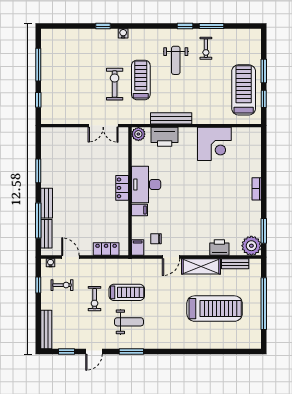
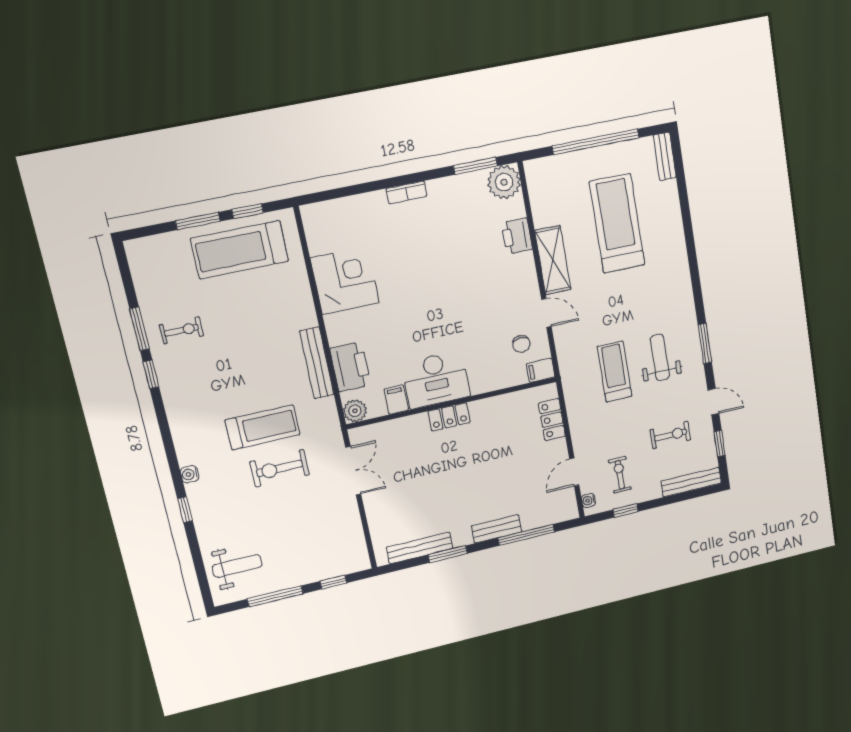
weight bench: (176, 60) -> (237, 566), moved
treadmill: (141, 80) -> (263, 427), turned 180
filing cabinet: (139, 210) -> (396, 400), moved
bench: (46, 234) -> (420, 548), moved, width x1.36
bench: (235, 264) -> (665, 156), moved
exercise bike: (95, 299) -> (670, 435), moved

